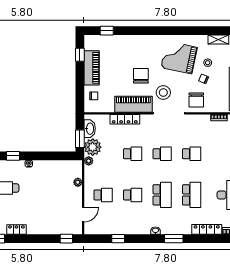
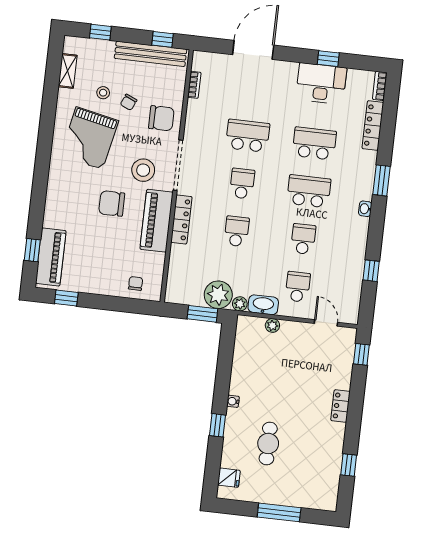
piano: (92, 68) -> (51, 257), moved, turned 90
locker: (125, 119) -> (181, 219), moved
washbasin: (90, 129) -> (263, 305), moved
school desk: (192, 154) -> (248, 136), width x1.85
locker: (16, 229) -> (340, 406), moved

